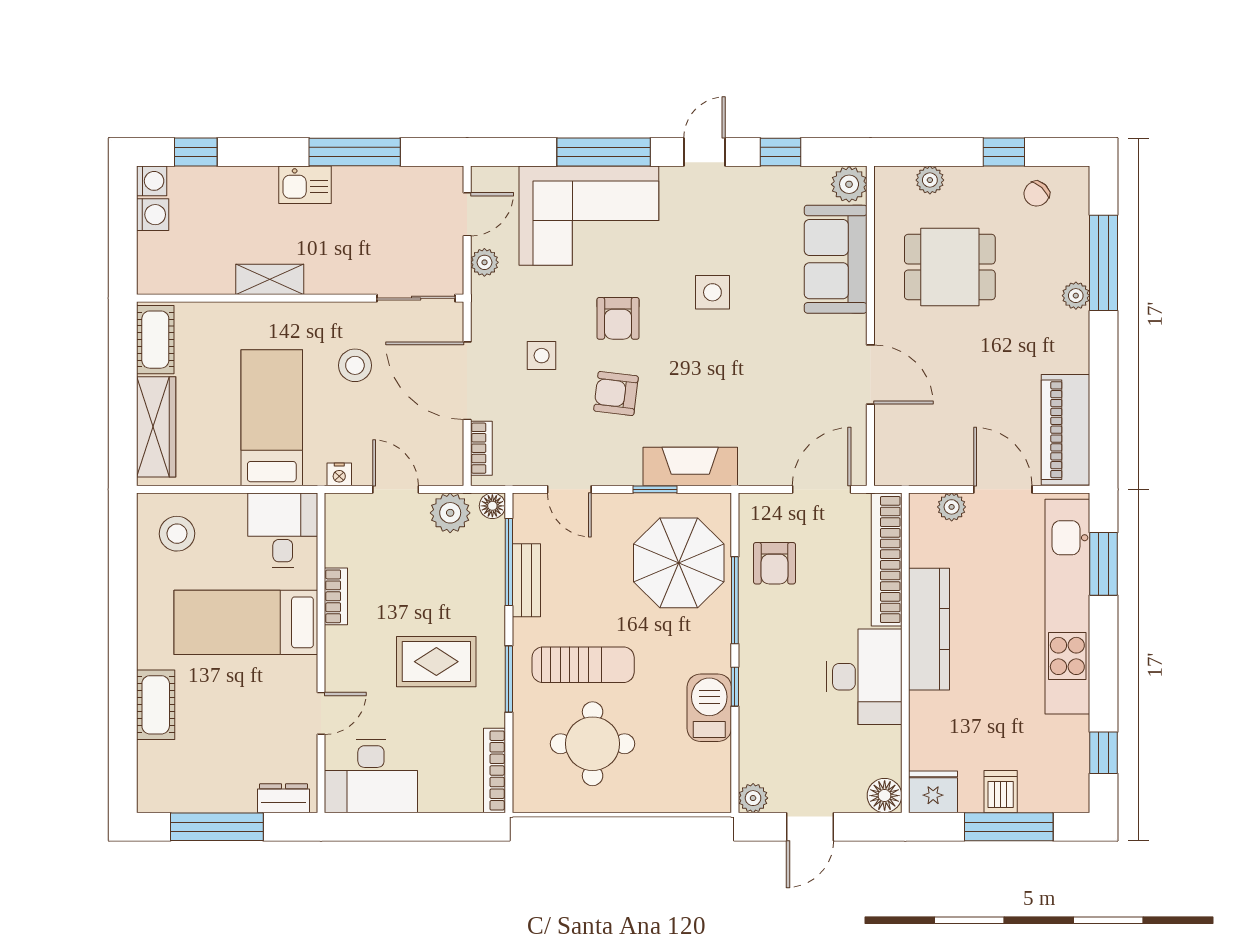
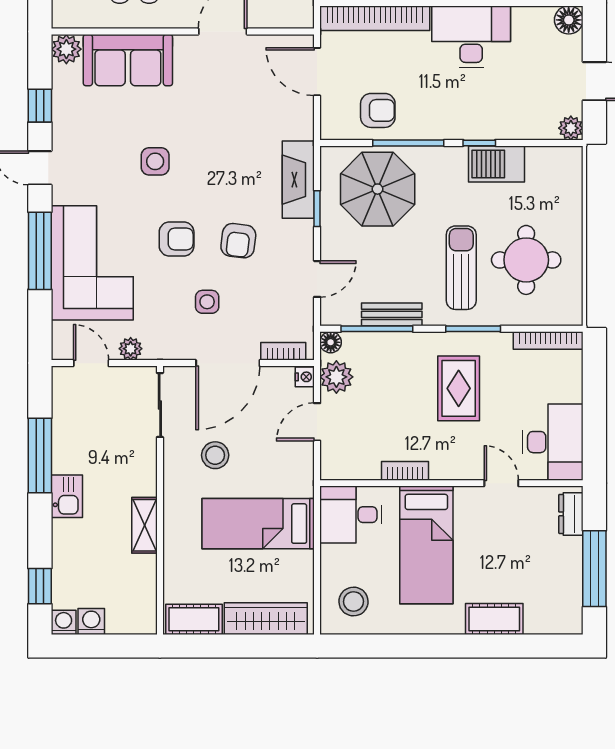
nightstand: (339, 474) -> (305, 377), moved

